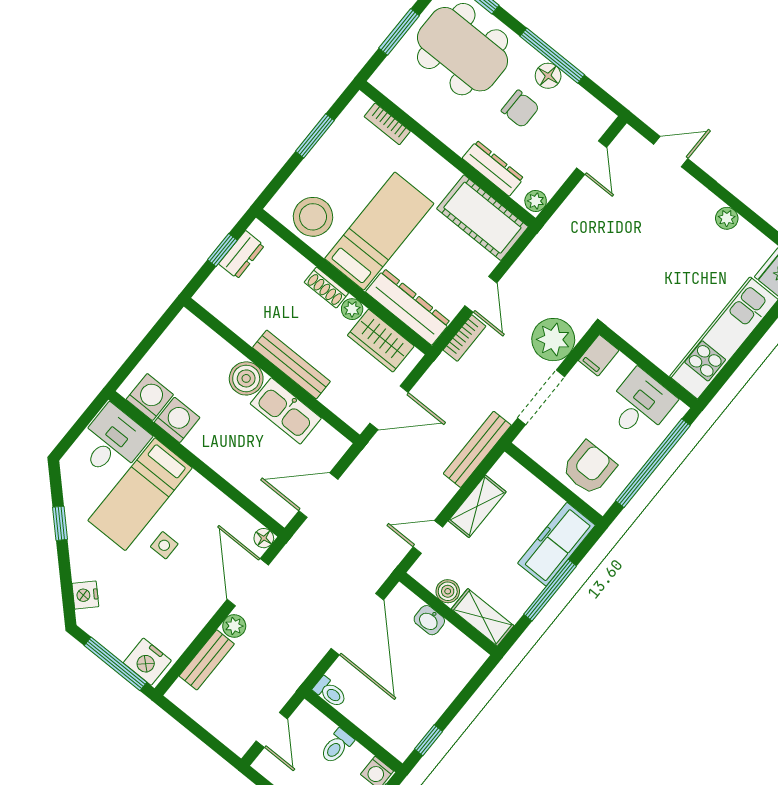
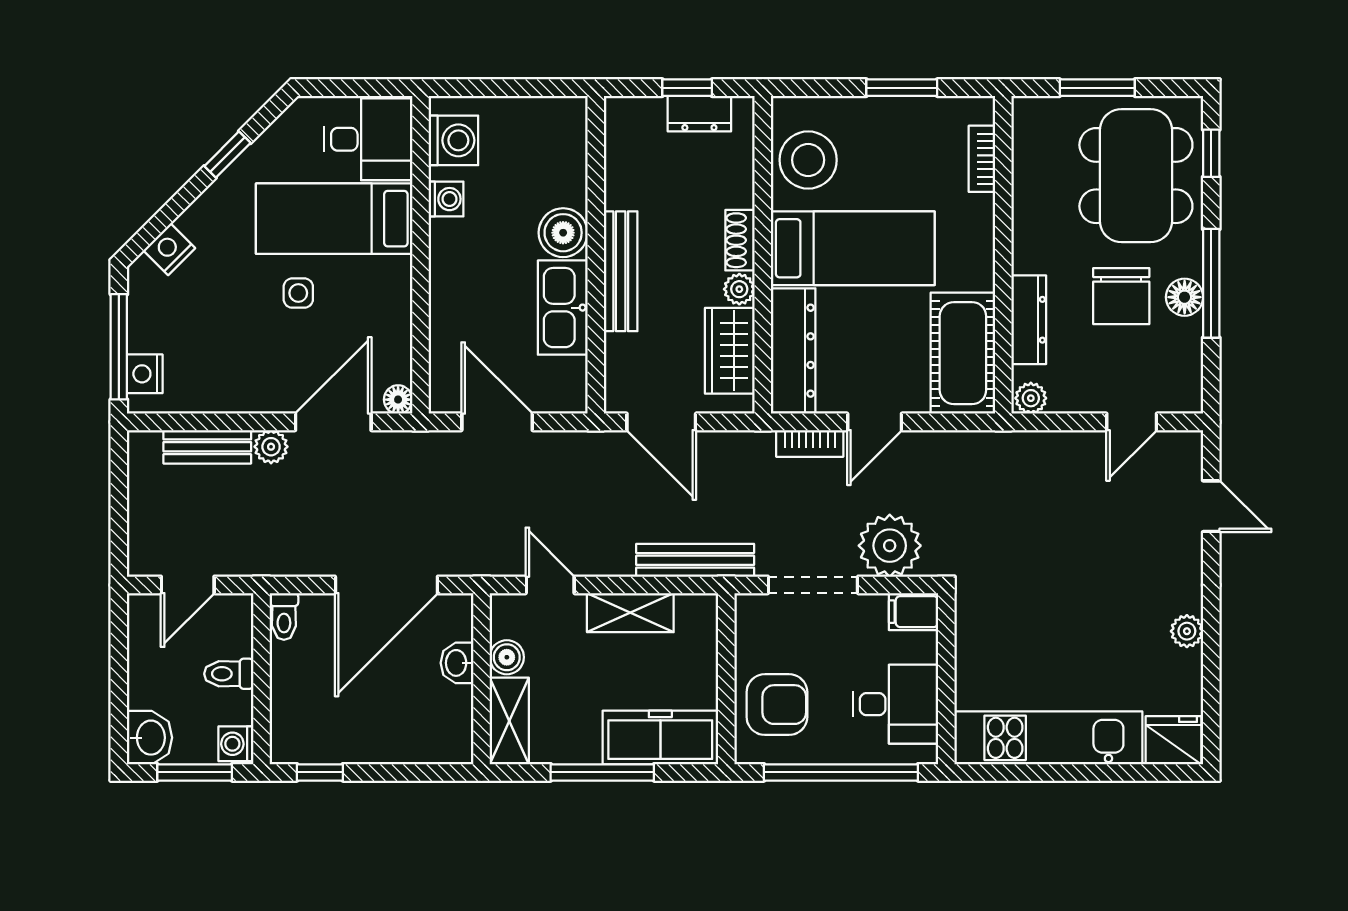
chair: (520, 109) -> (1121, 296), width x1.37, depth x1.37
washing machine: (177, 420) -> (446, 199), width x0.73, depth x0.73
nightstand: (147, 662) -> (145, 374), width x0.74, depth x0.75

